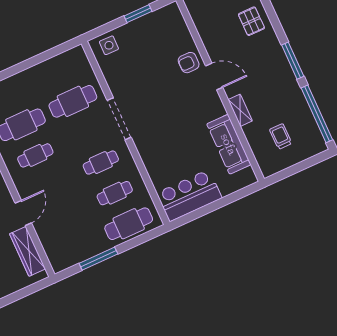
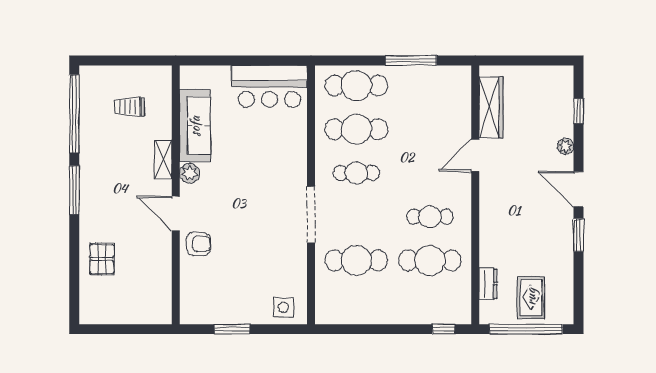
plant: (217, 109) -> (190, 173), added
trolley: (281, 136) -> (129, 107), turned 90
cafe table: (115, 193) -> (356, 129), width x1.37, depth x1.35

